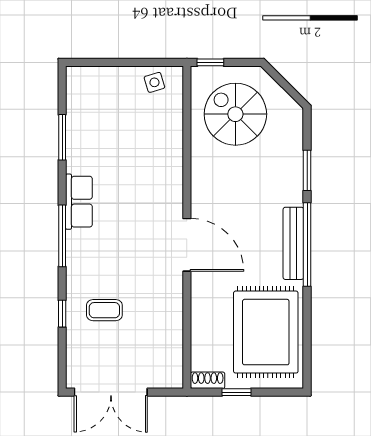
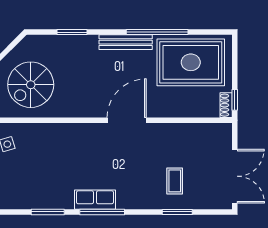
window: (62, 236) -> (102, 212), moved
window: (307, 244) -> (157, 32), moved
window: (62, 314) -> (177, 212), width x1.50
window: (237, 392) -> (235, 100), moved

